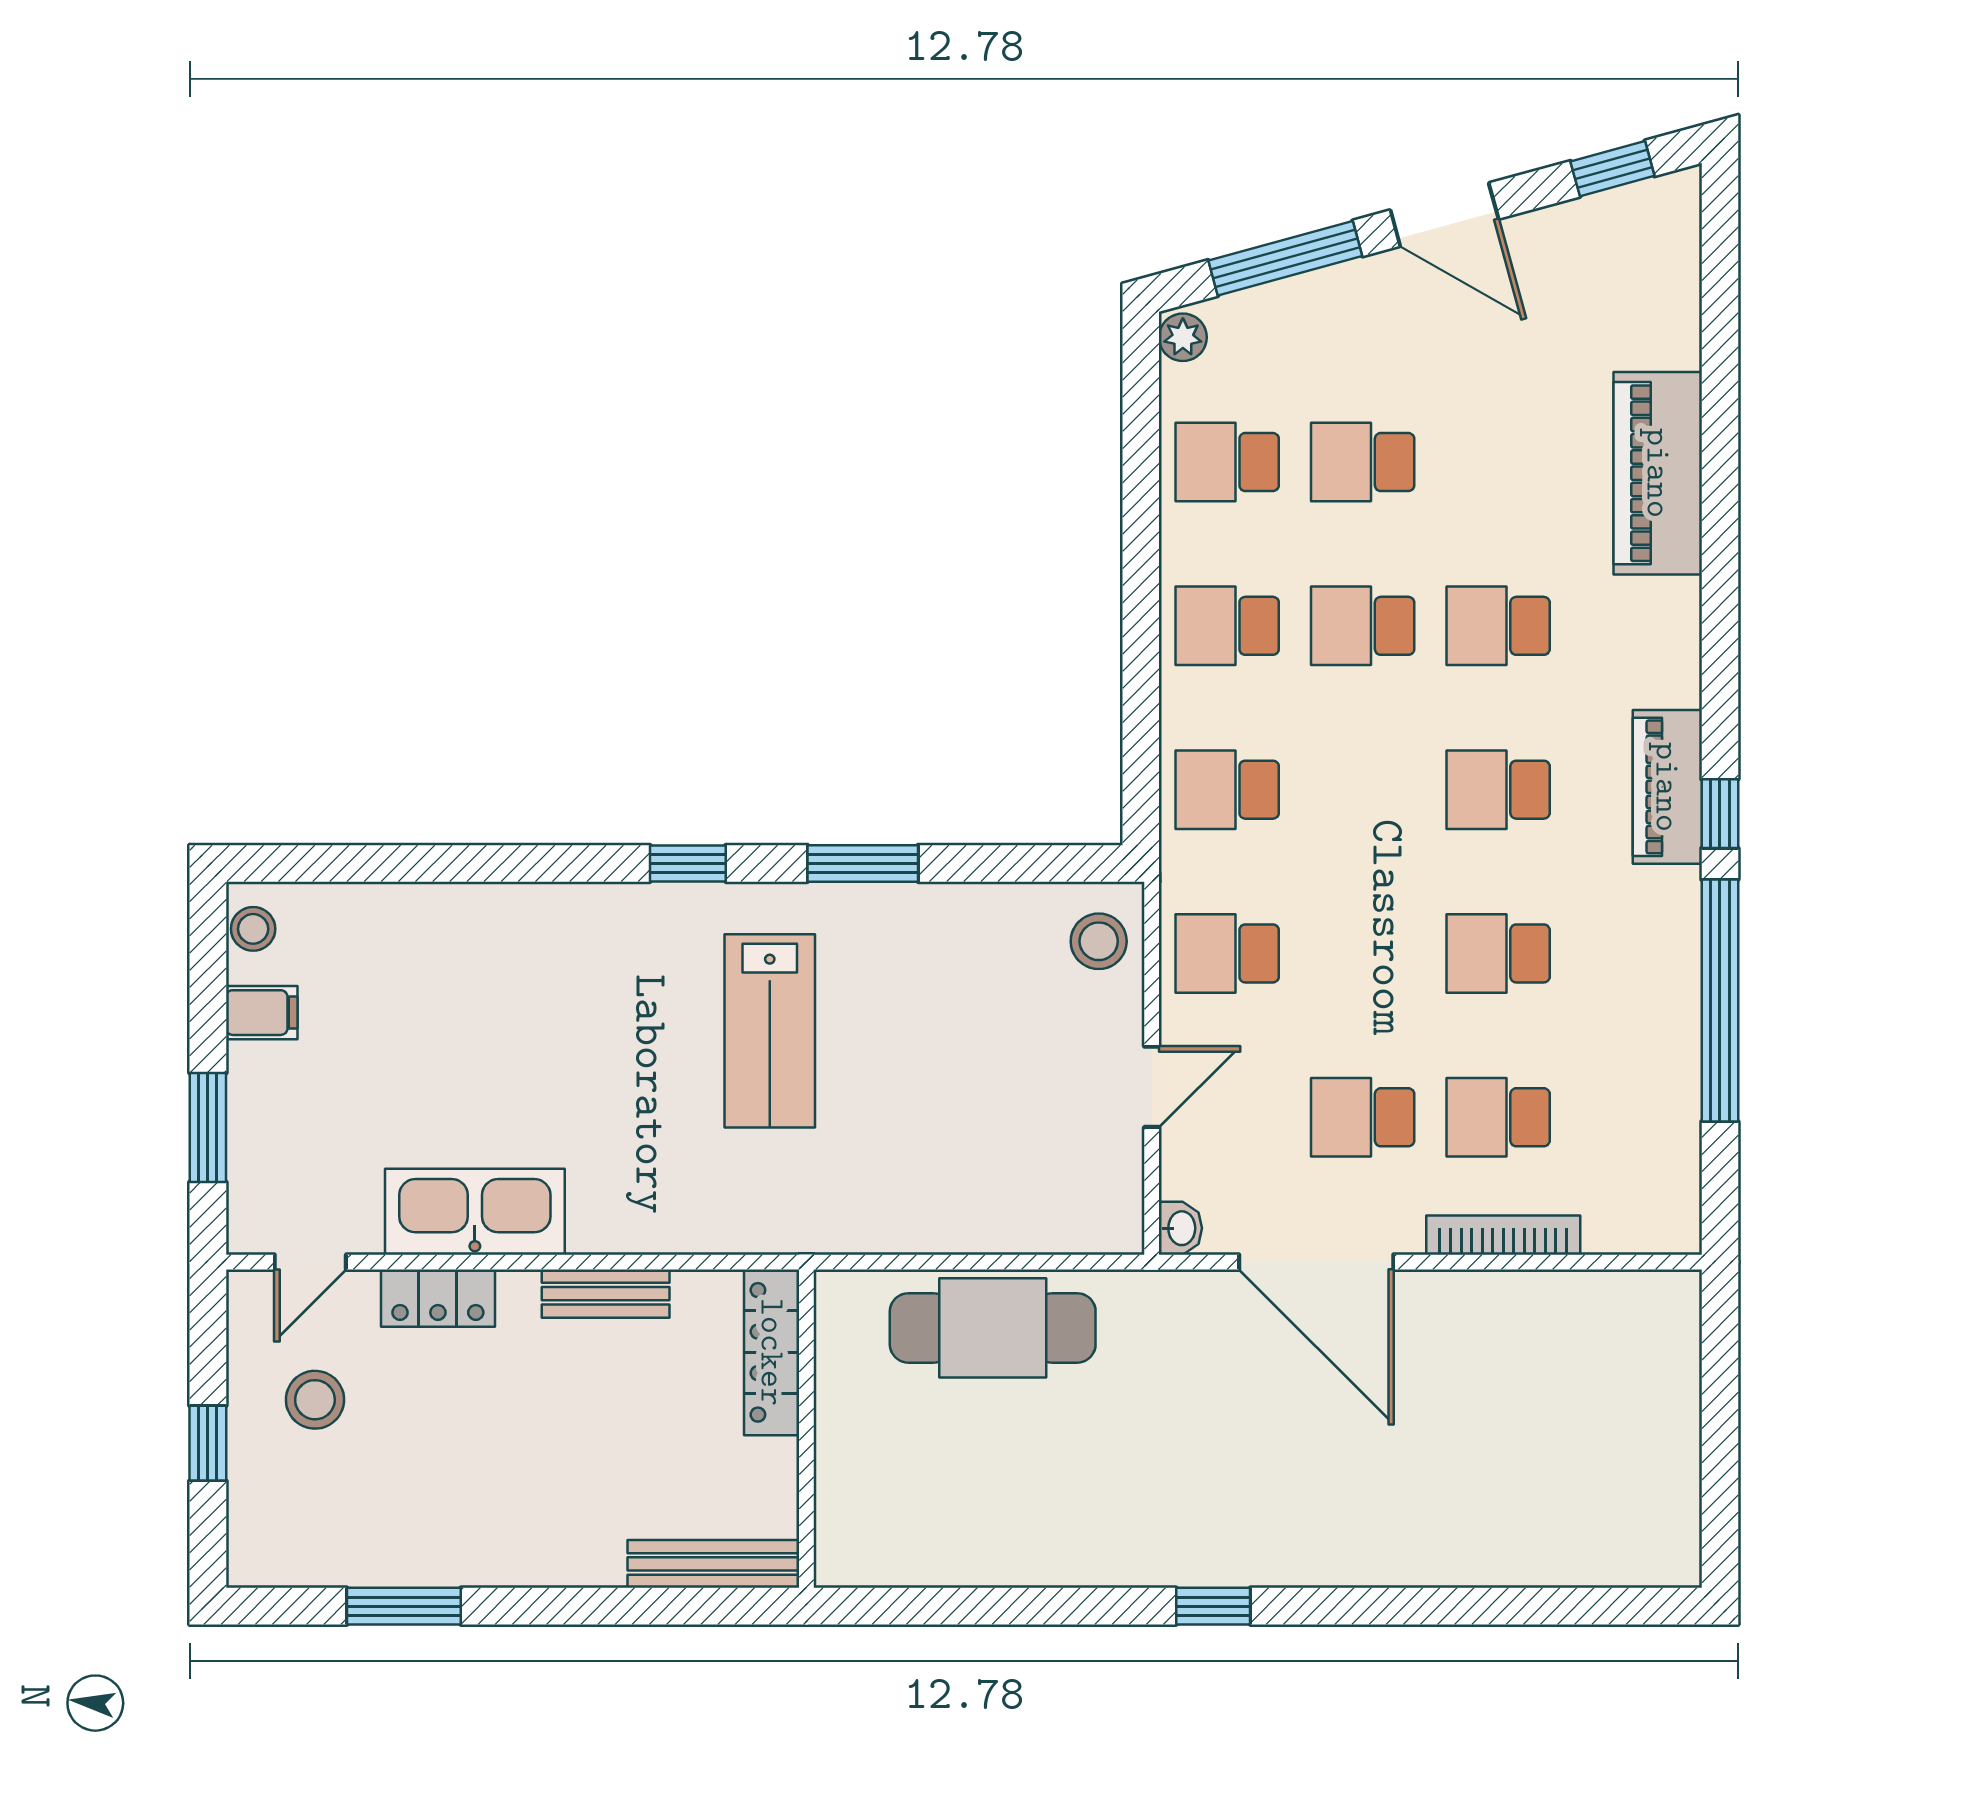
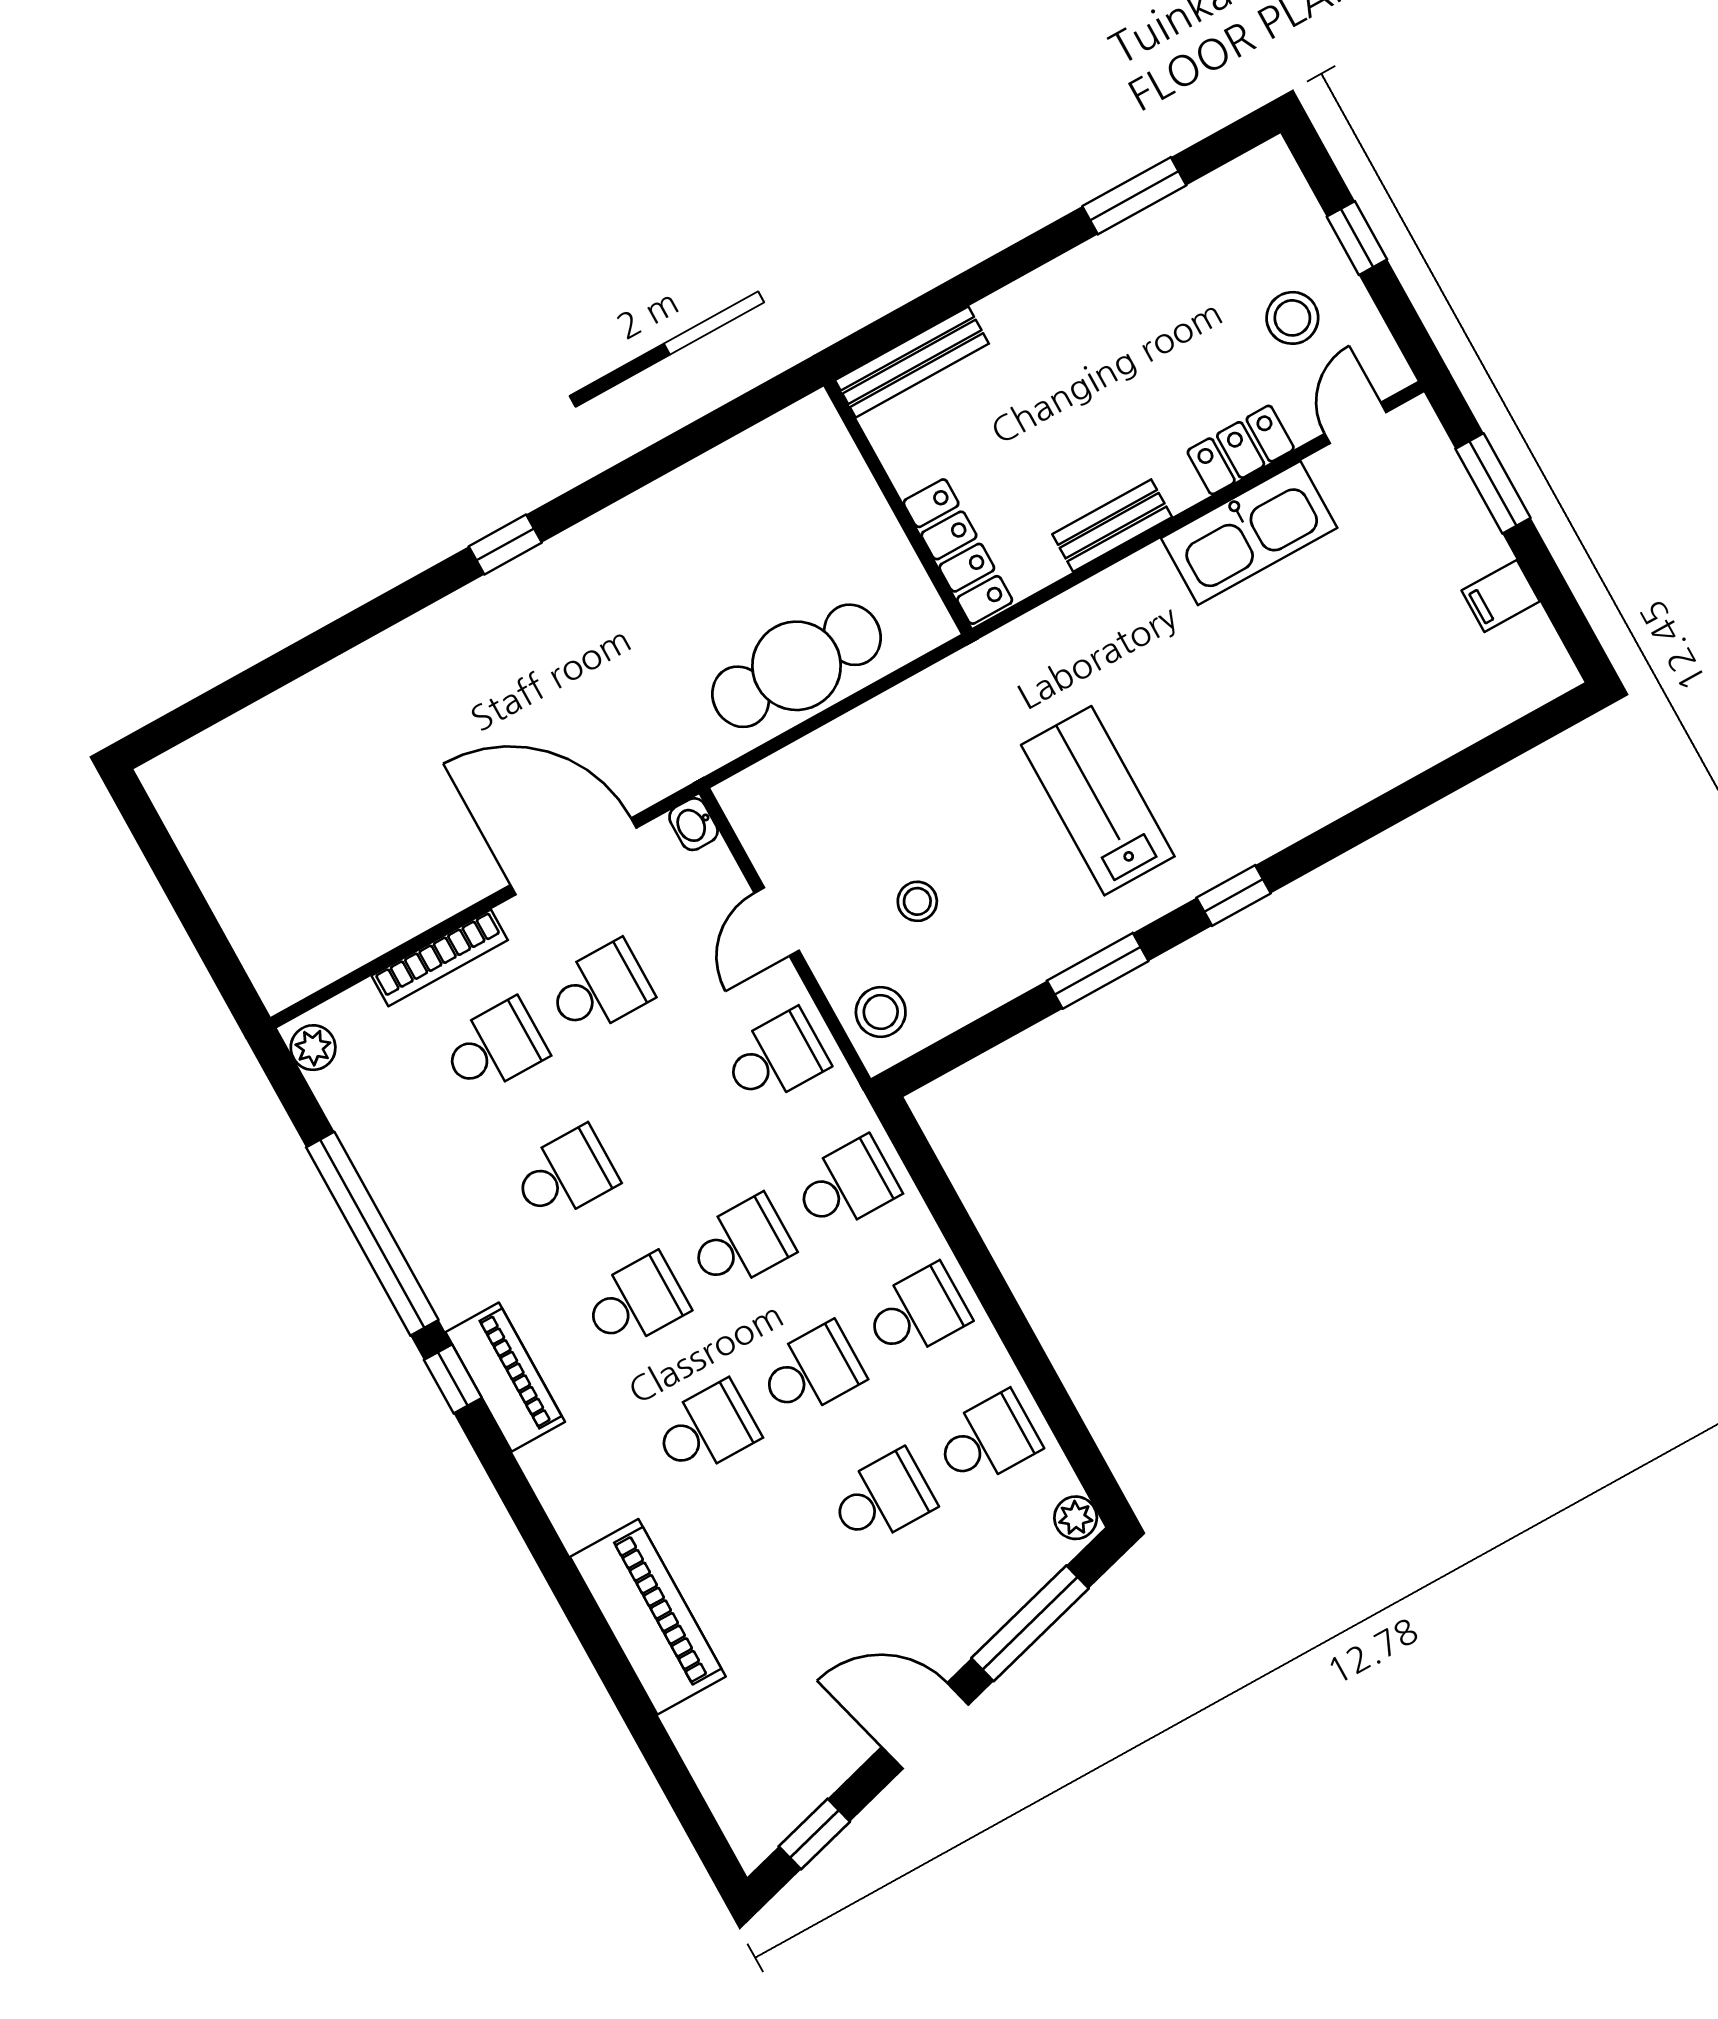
school desk: (1363, 790) -> (741, 1244), added
stool: (253, 929) -> (917, 901), moved
plant: (1677, 1216) -> (313, 1048), added

